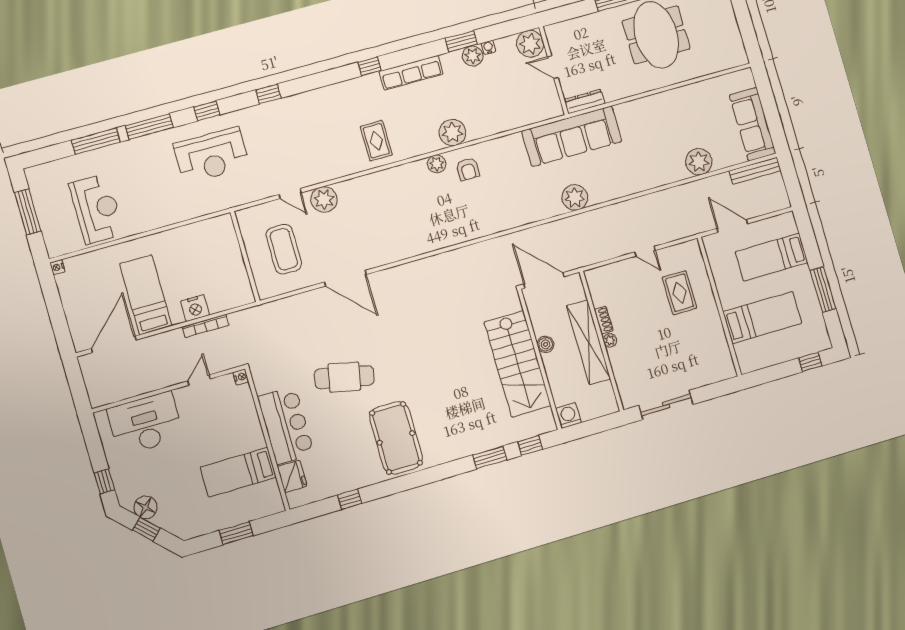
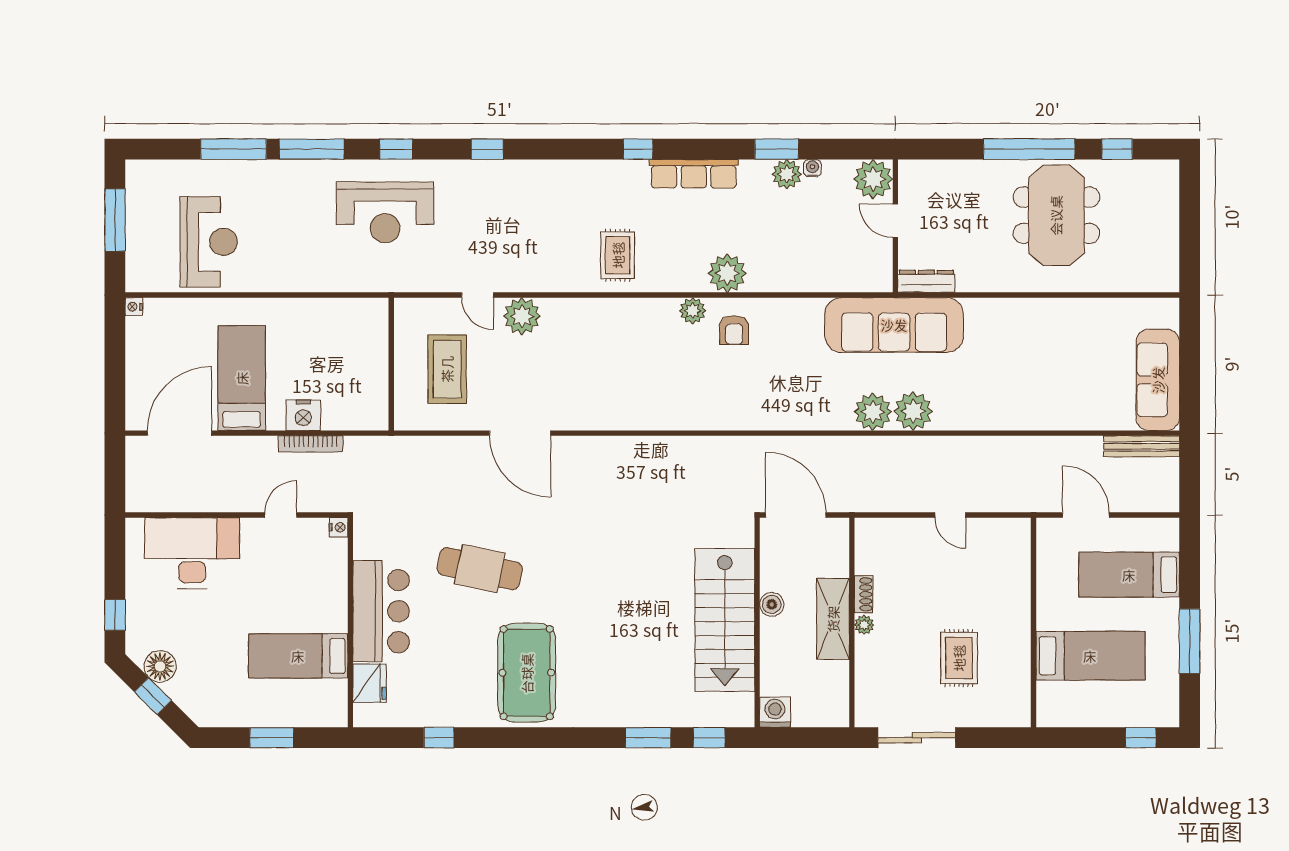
plant: (699, 162) -> (913, 411), moved
rug: (680, 293) -> (959, 658), moved
shelving: (588, 342) -> (833, 619), width x0.68

